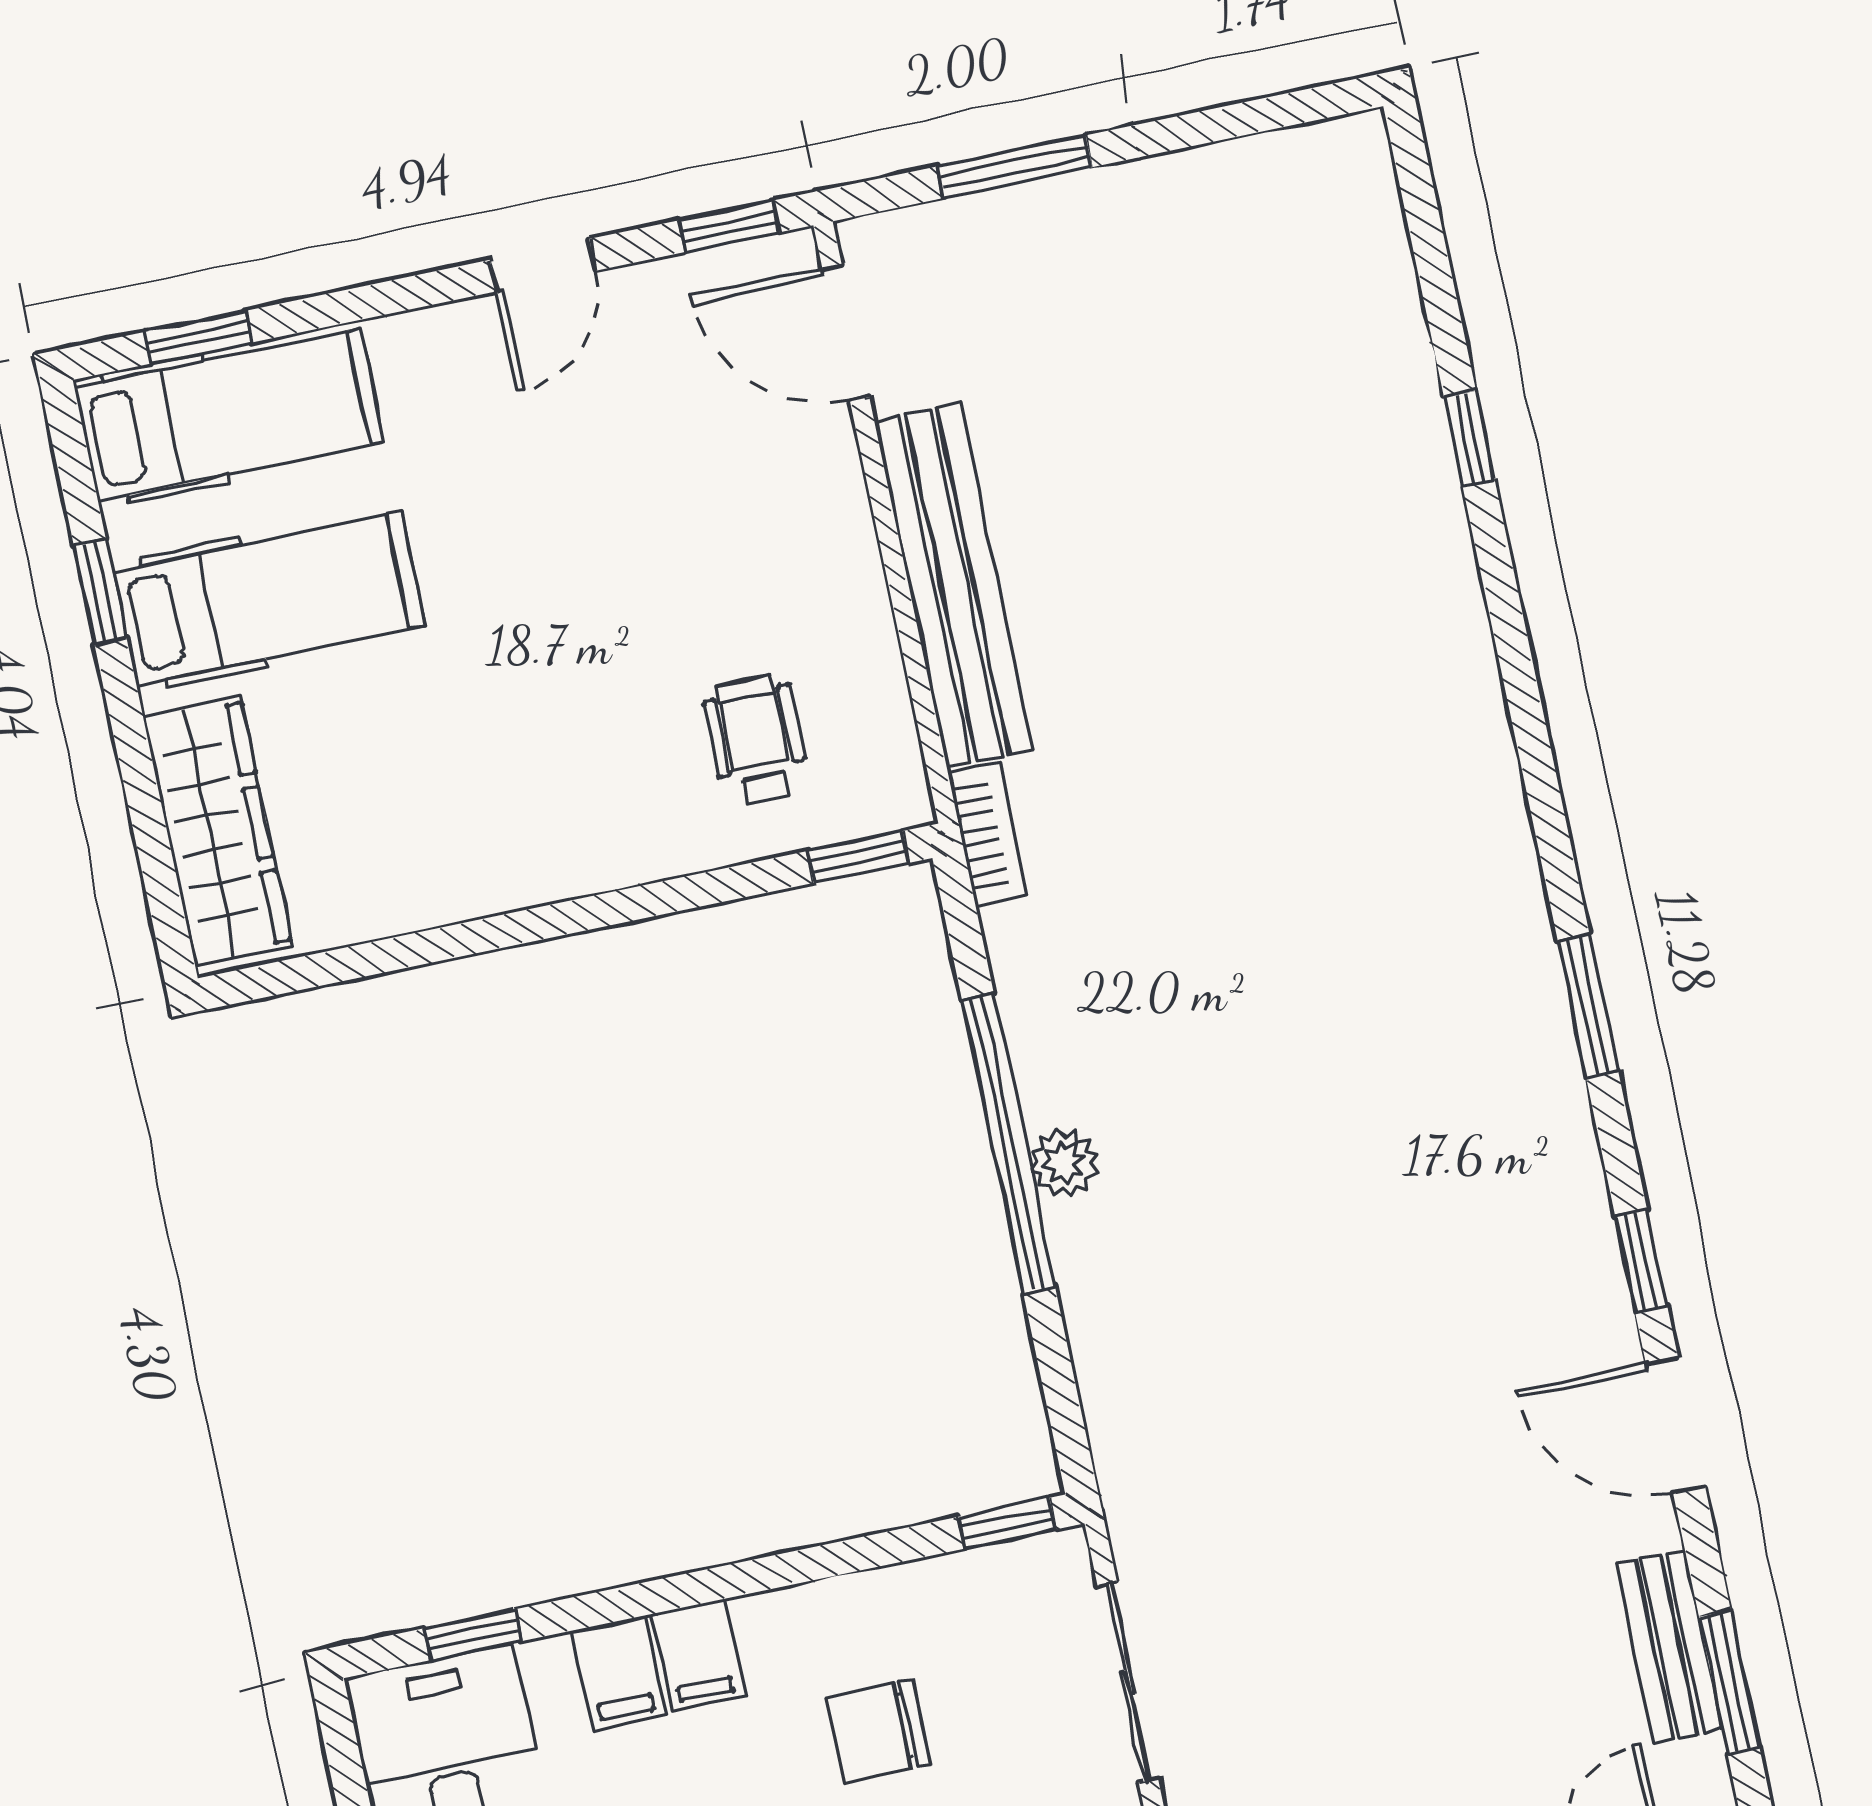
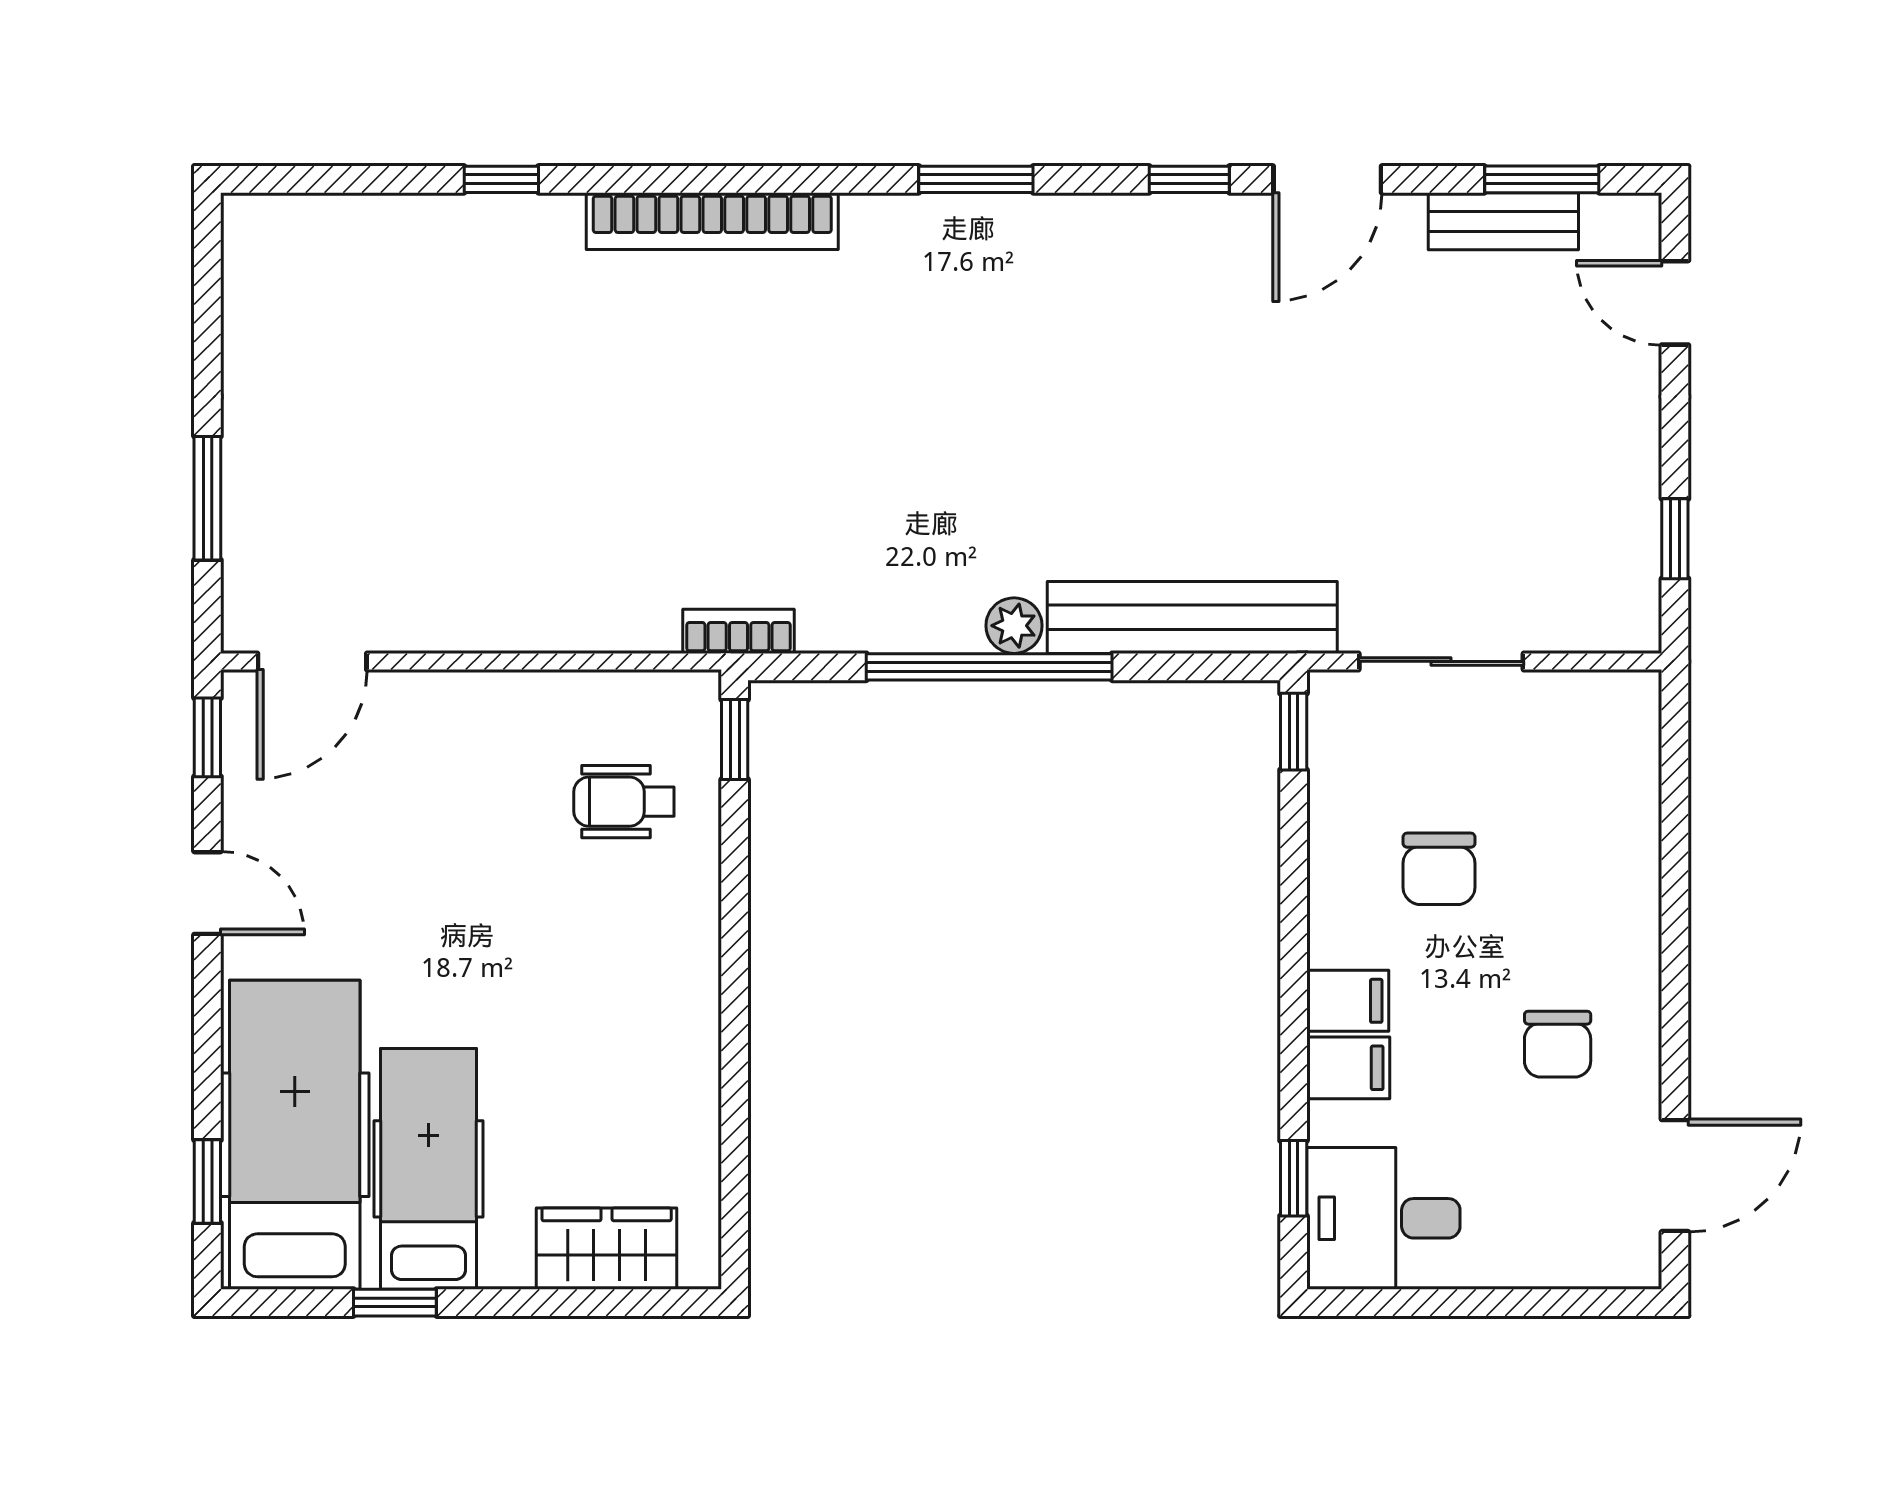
hospital bed: (229, 415) -> (295, 1135), width x1.37, depth x1.29
bench: (953, 585) -> (1192, 617), moved
bookcase: (1472, 701) -> (712, 221), added
wardrobe: (217, 831) -> (607, 1249), width x0.67

